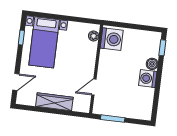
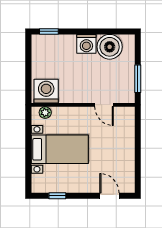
bed with nightstands: (44, 42) -> (60, 149), moved
boiler: (152, 64) -> (110, 47), moved, width x1.86, depth x1.86
wardrobe: (54, 102) -> (127, 148), removed

